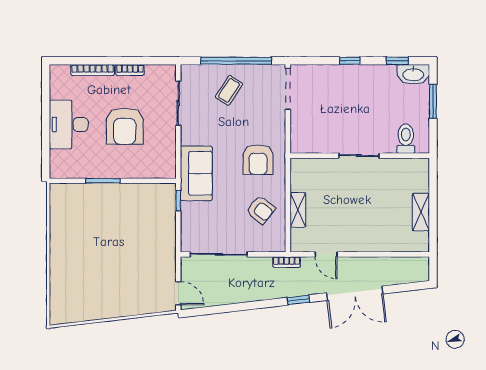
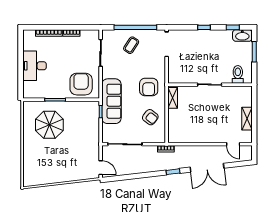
armchair: (125, 126) -> (81, 84), moved, turned 180
sofa: (196, 173) -> (111, 101), width x1.36
shelving: (298, 210) -> (173, 98), moved
parasol: (93, 222) -> (49, 125), added
door: (326, 254) -> (233, 144), moved

